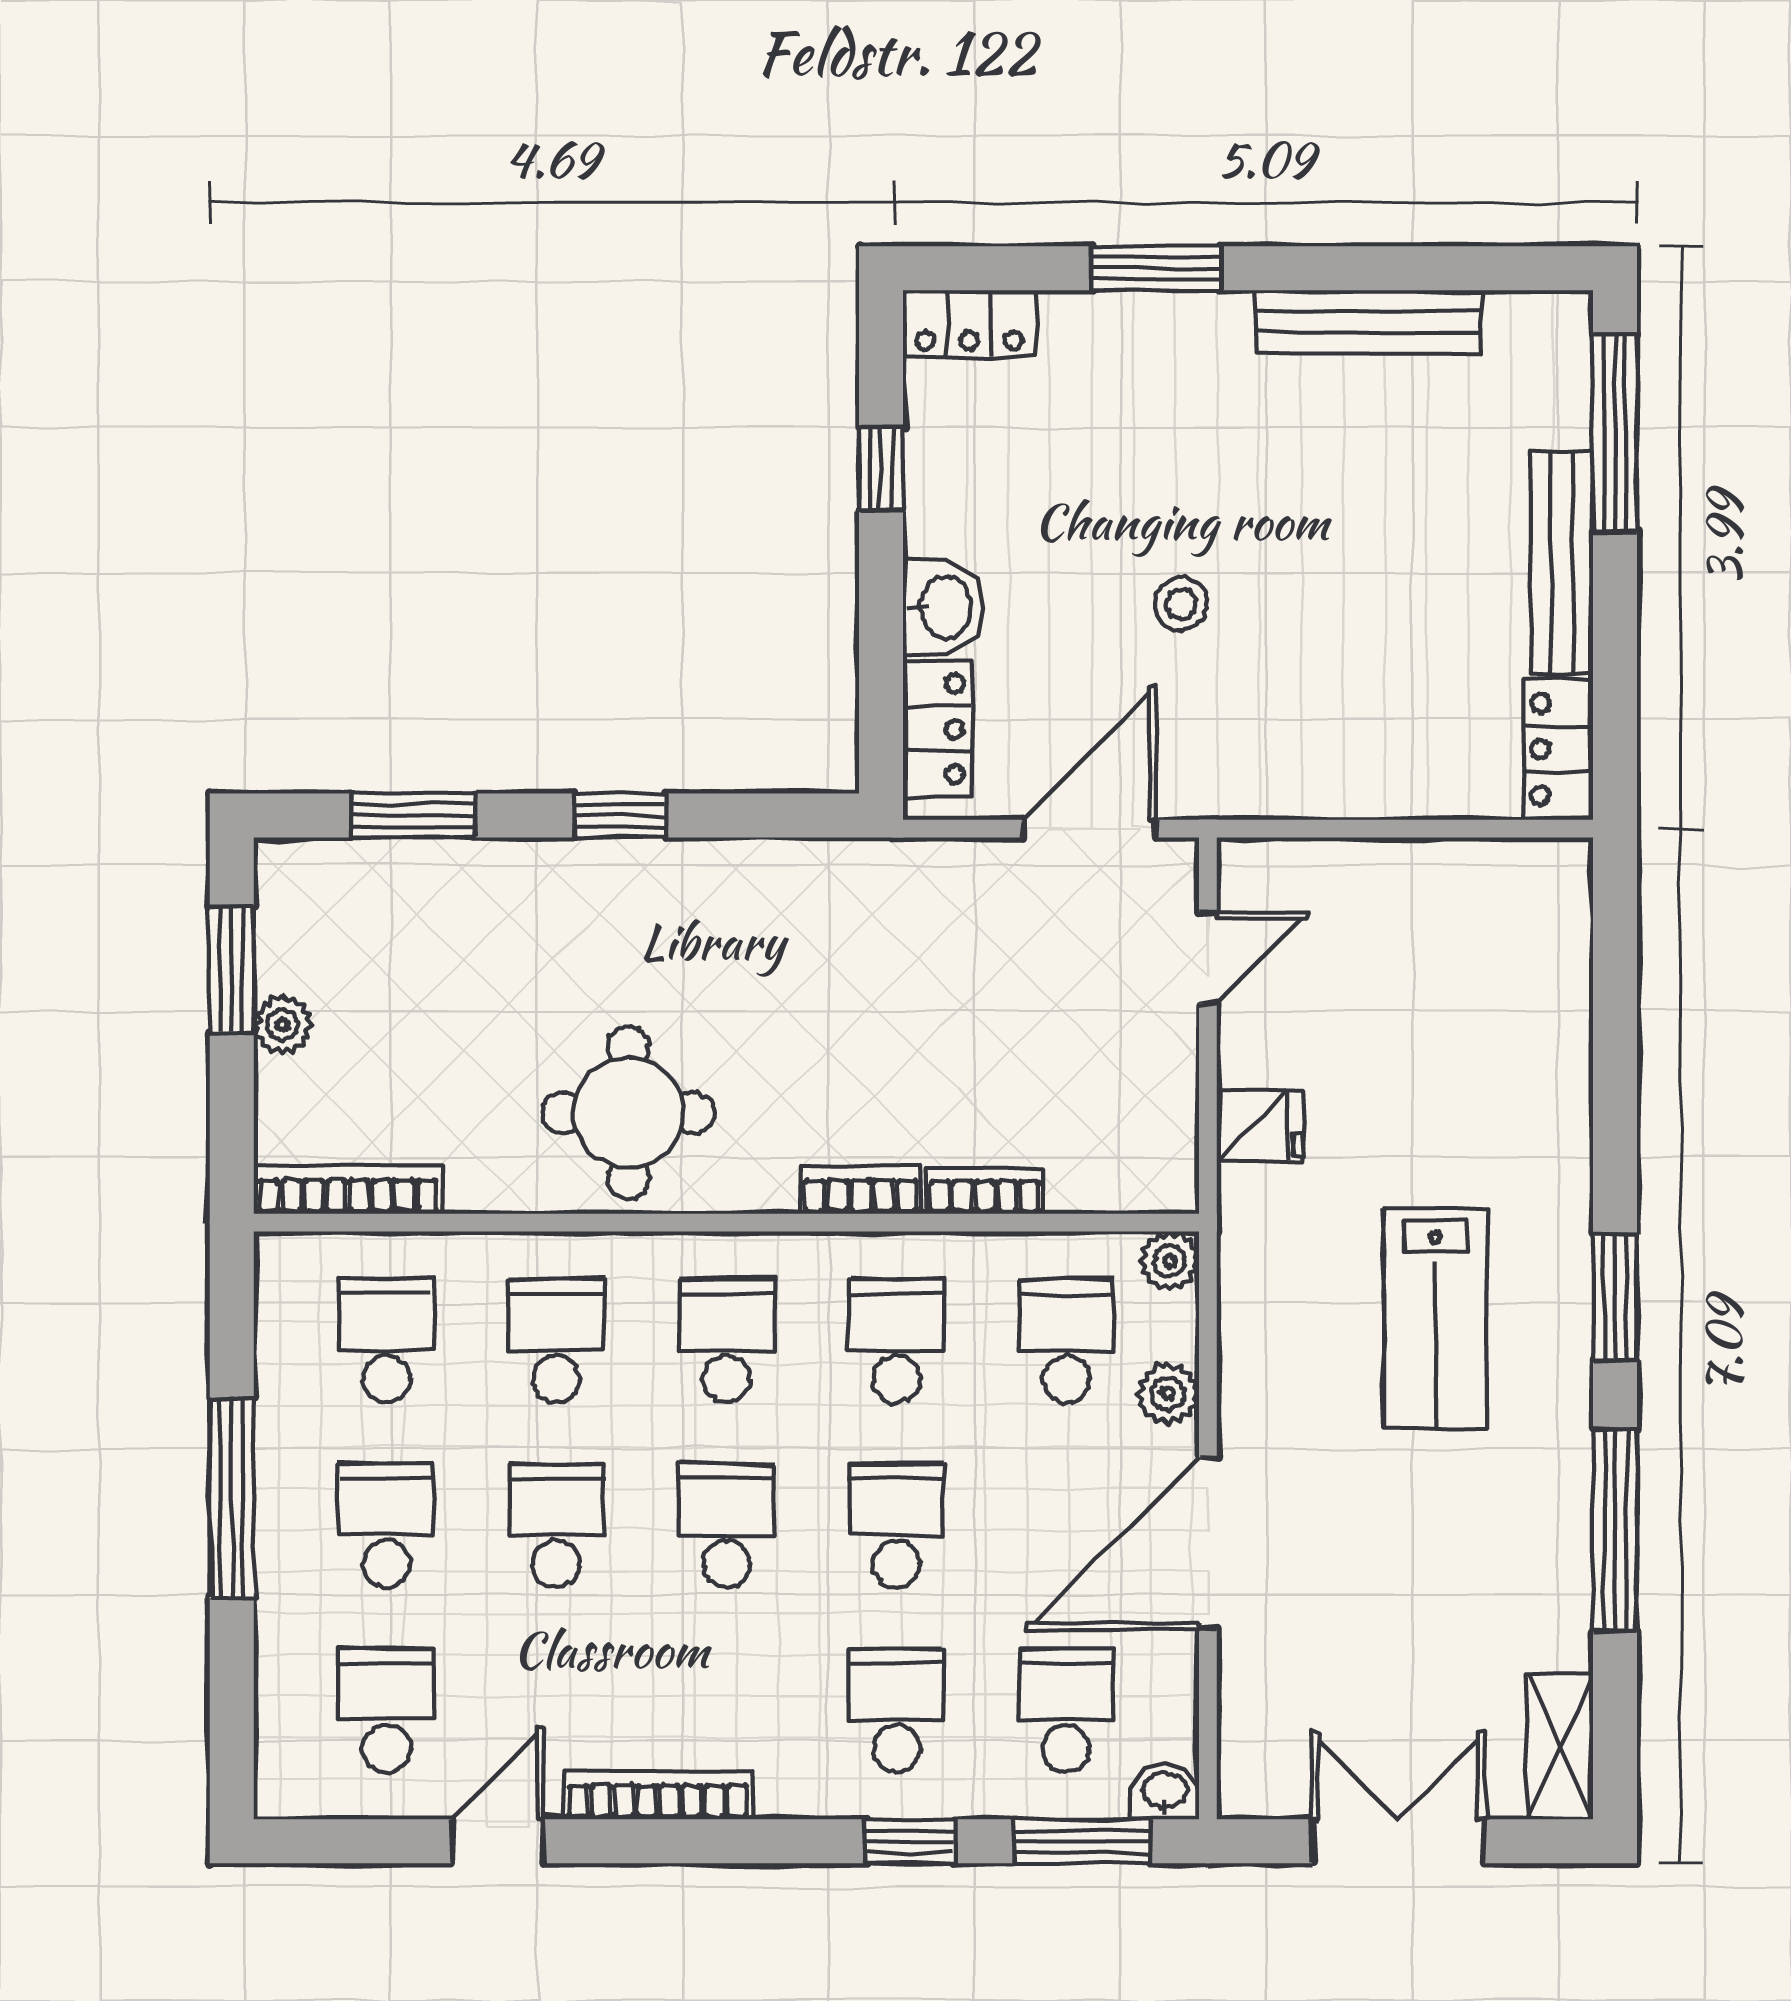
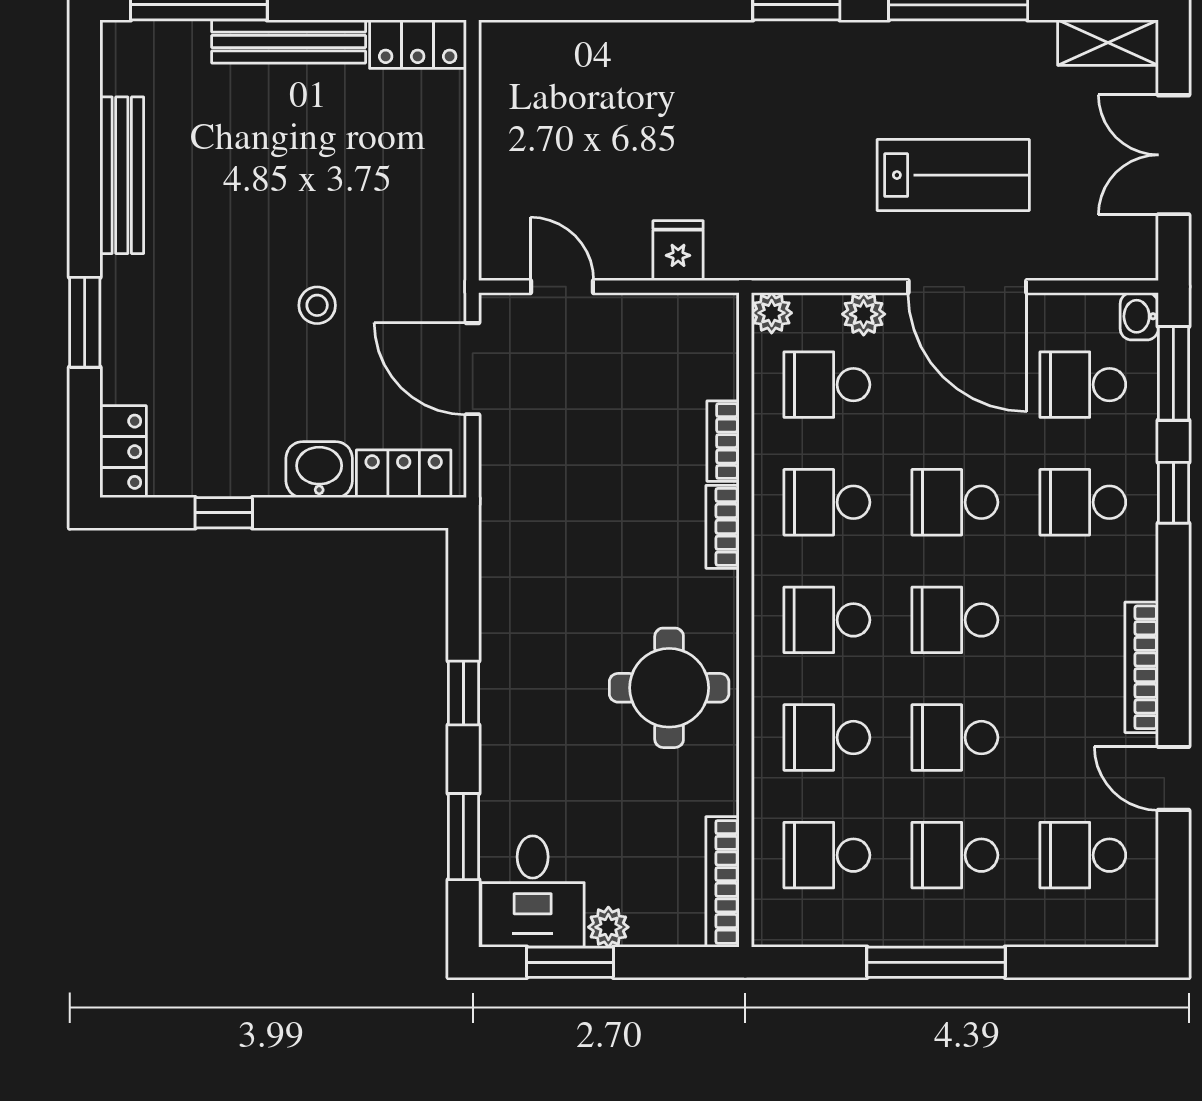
desk: (334, 915) -> (533, 891), added
lab bench: (1435, 1318) -> (953, 175), moved

